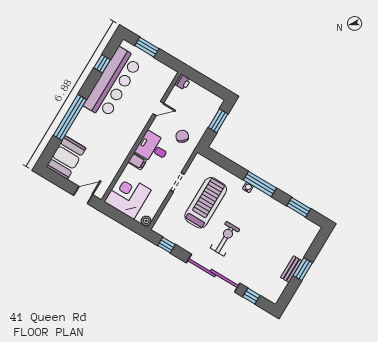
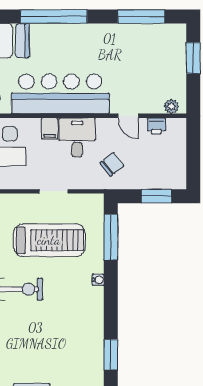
window: (102, 64) -> (141, 16), width x2.17
plant: (168, 79) -> (171, 106), added
printer: (183, 82) -> (156, 126), moved
bar counter: (113, 83) -> (60, 94), moved, turned 180
window: (260, 184) -> (111, 237), moved

